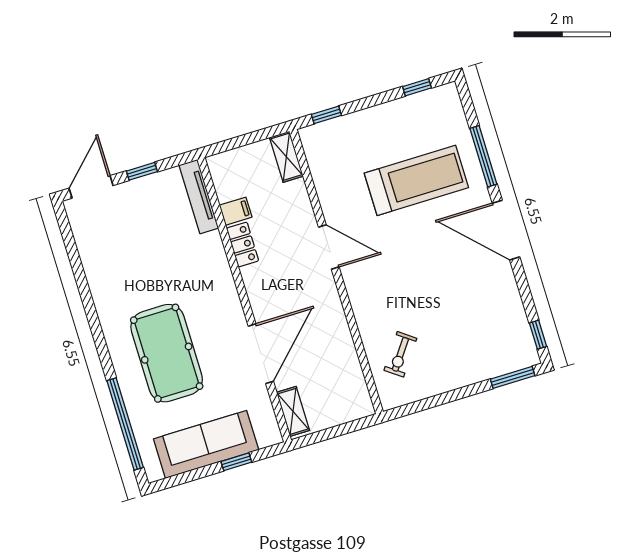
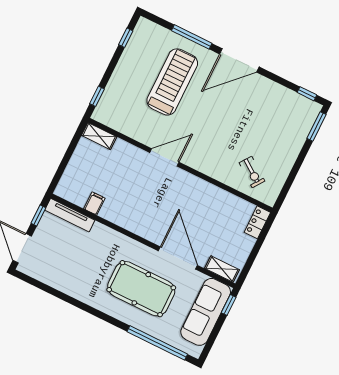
tv unit: (199, 197) -> (70, 215), moved
filing cabinet: (236, 211) -> (94, 204), moved
locker: (243, 245) -> (257, 222), moved, turned -90
wall: (244, 300) -> (143, 241), moved
door: (261, 354) -> (178, 258), moved
shelving: (293, 411) -> (222, 269), moved

